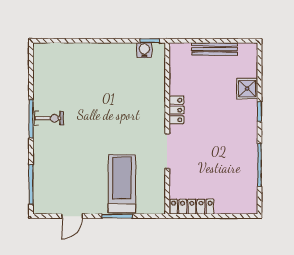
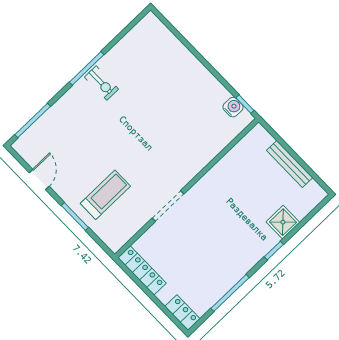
locker: (176, 110) -> (182, 313), moved, turned -90
treadmill: (122, 184) -> (105, 195), width x0.73, depth x0.73
door: (72, 216) -> (39, 179), swing flipped

